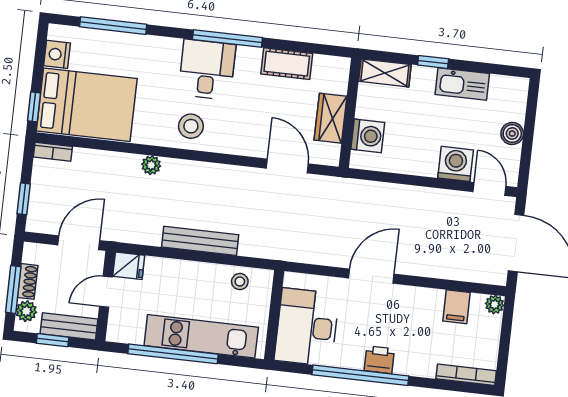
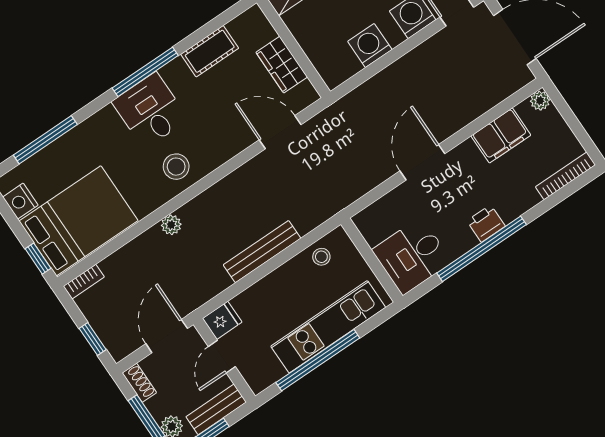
washing machine: (368, 136) -> (370, 45), moved, turned -90
shoe rack: (28, 281) -> (139, 383), moved
filing cabinet: (457, 307) -> (501, 135), width x2.00
desk: (307, 327) -> (412, 256), width x0.73

